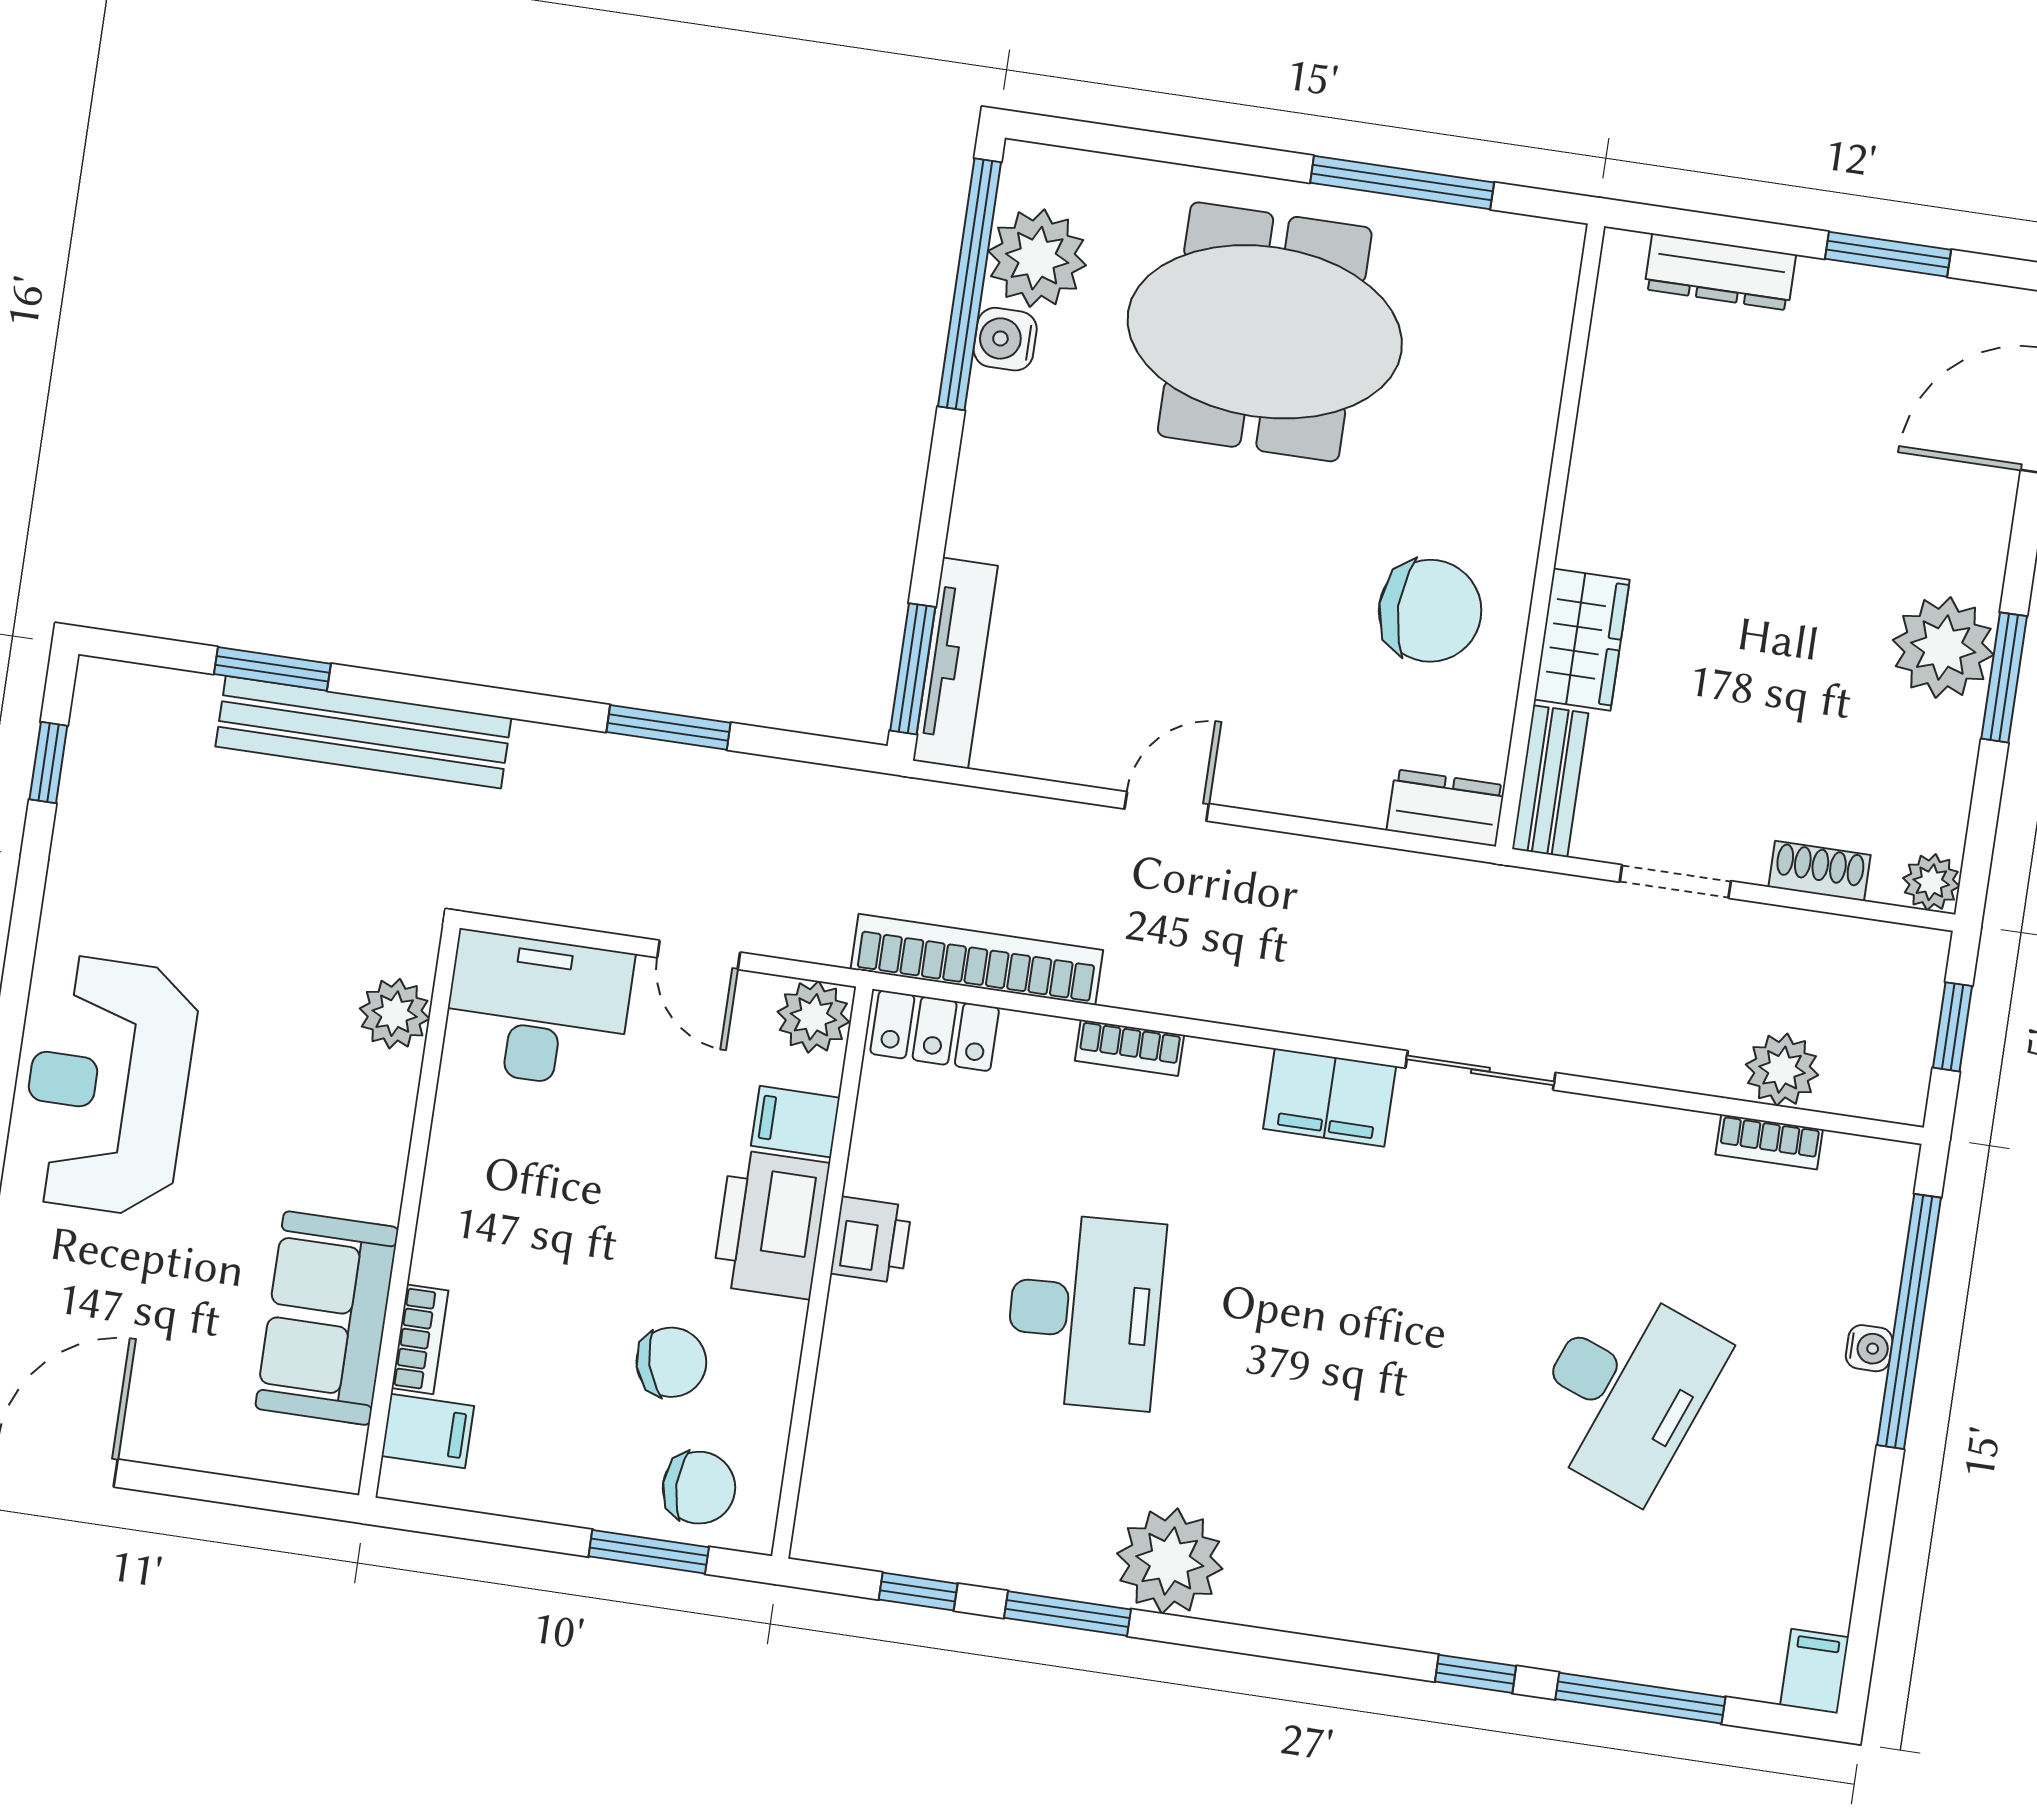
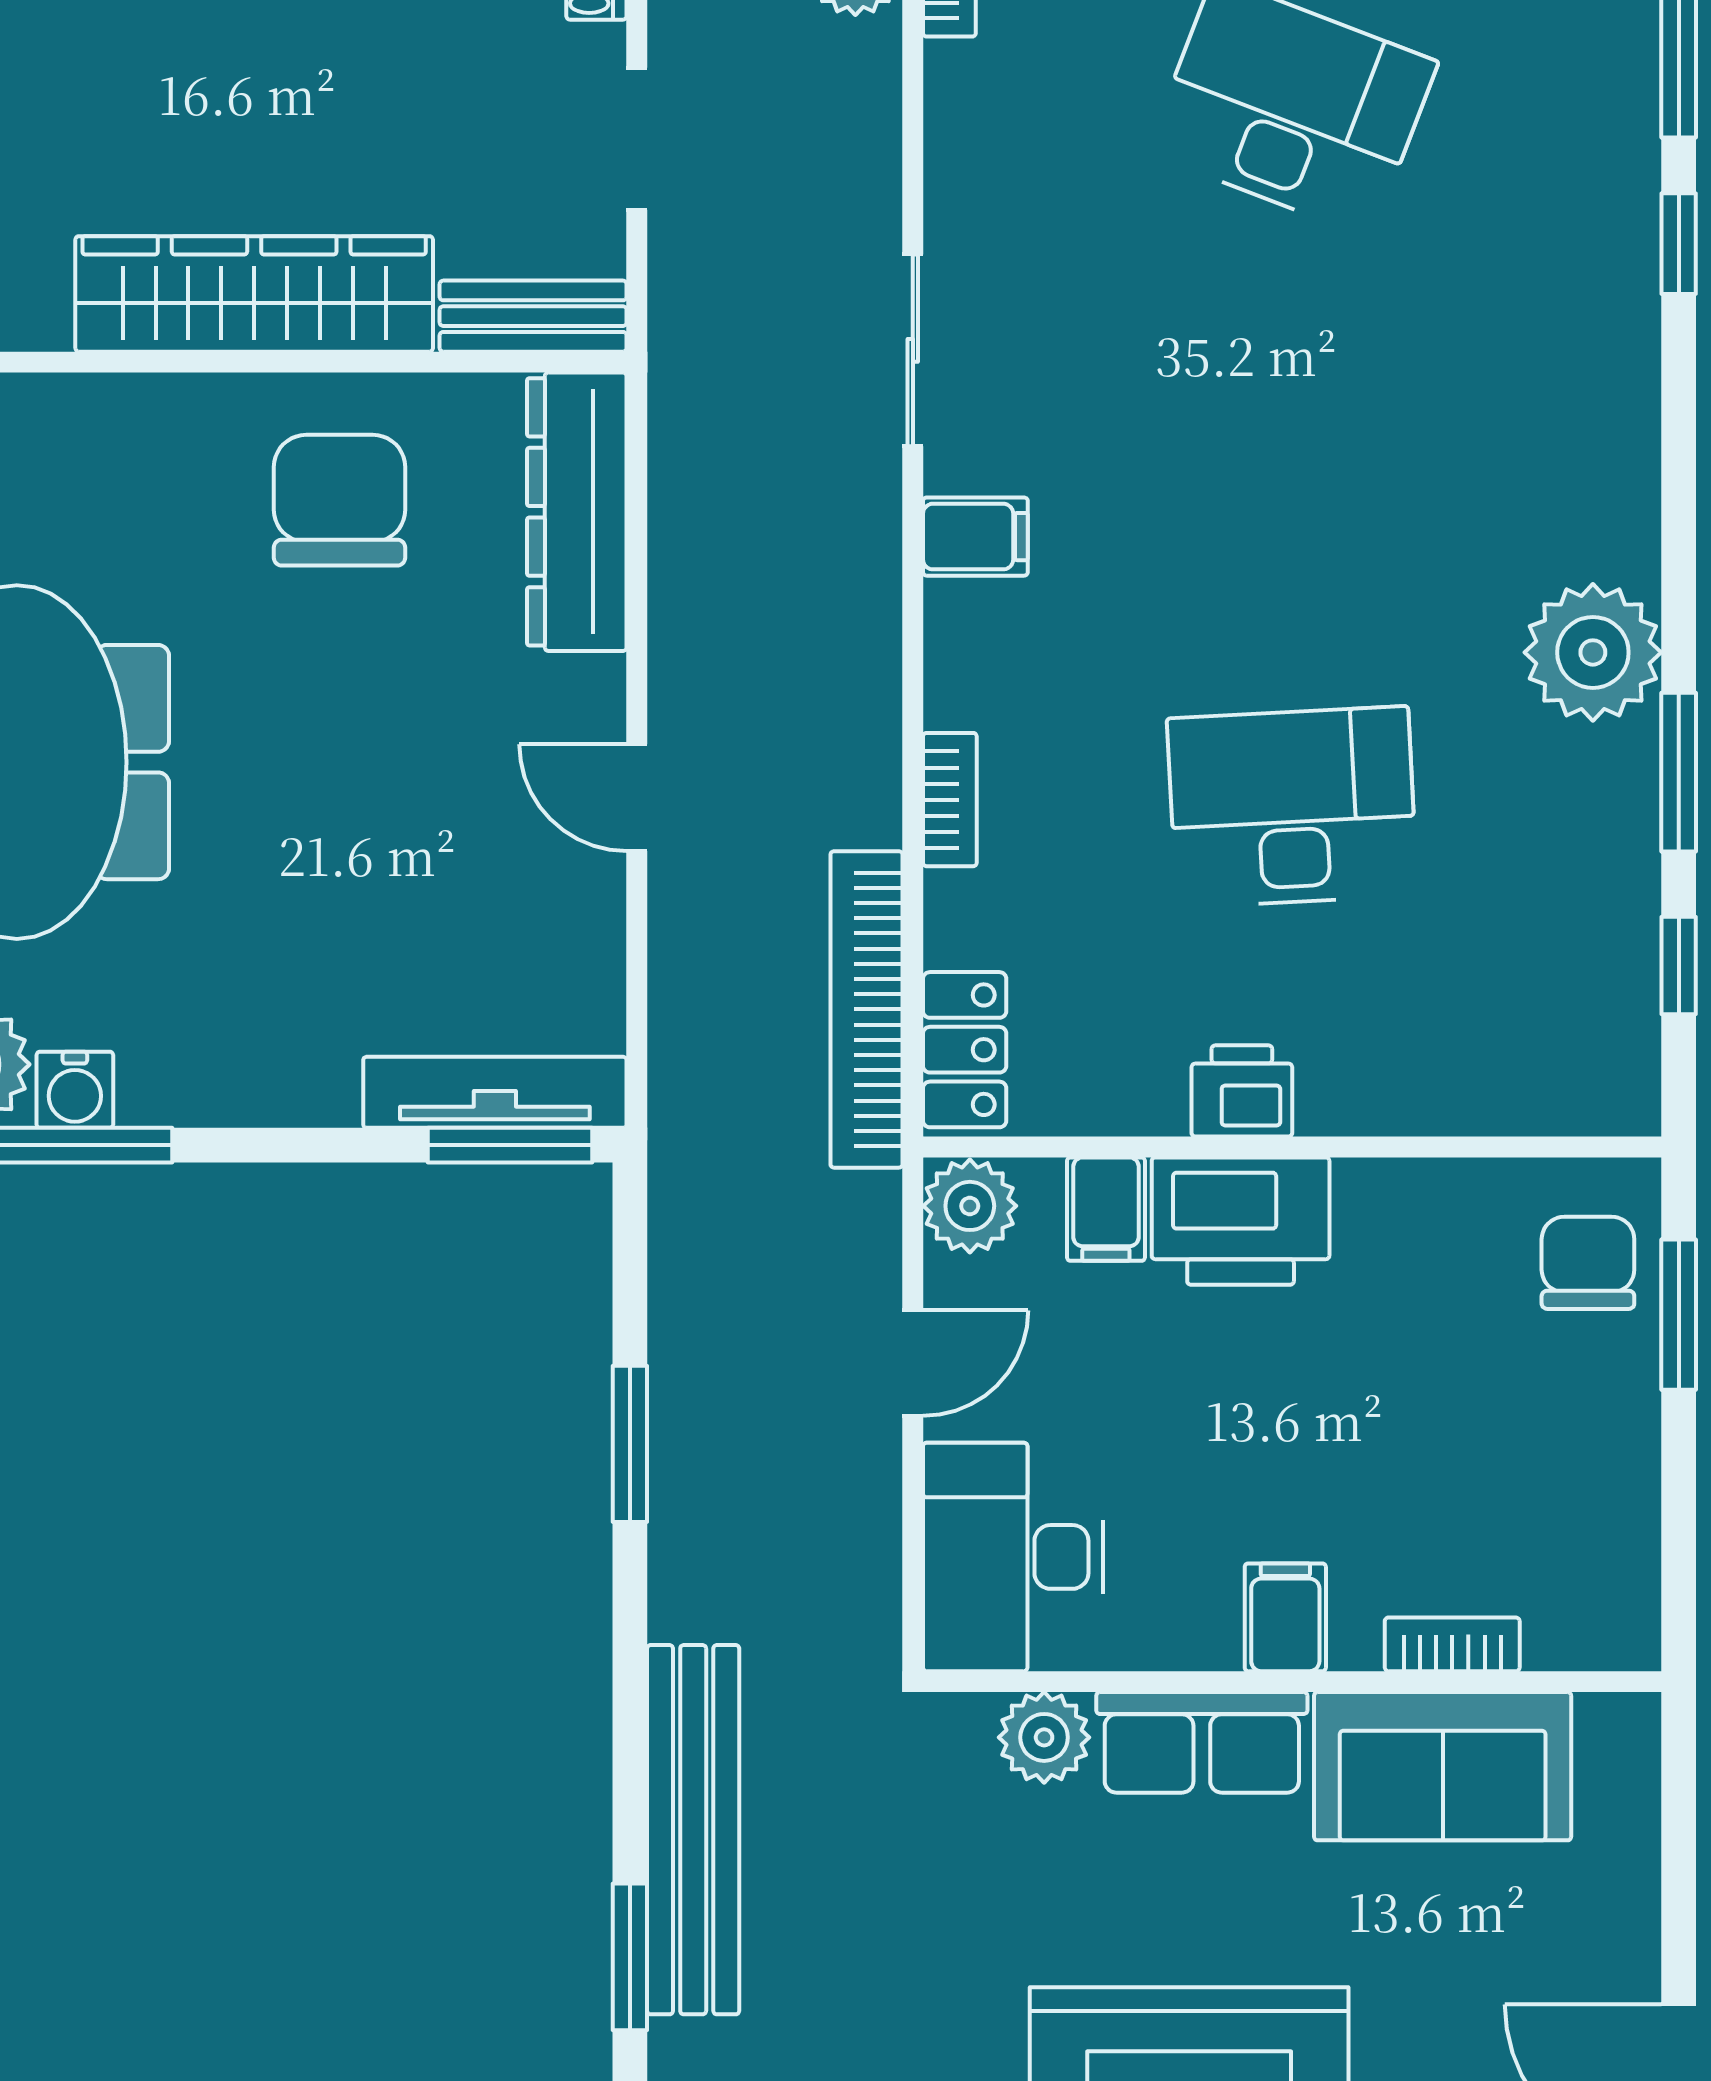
wardrobe: (1582, 640) -> (254, 294), width x2.10, depth x1.17
dresser: (1446, 808) -> (577, 512), width x1.96, depth x1.24
filing cabinet: (1330, 1098) -> (975, 537), width x0.50
row of seats: (373, 1135) -> (1202, 1742), added
chair: (671, 1362) -> (1434, 1321), removed
filing cabinet: (428, 1431) -> (1285, 1617), moved

